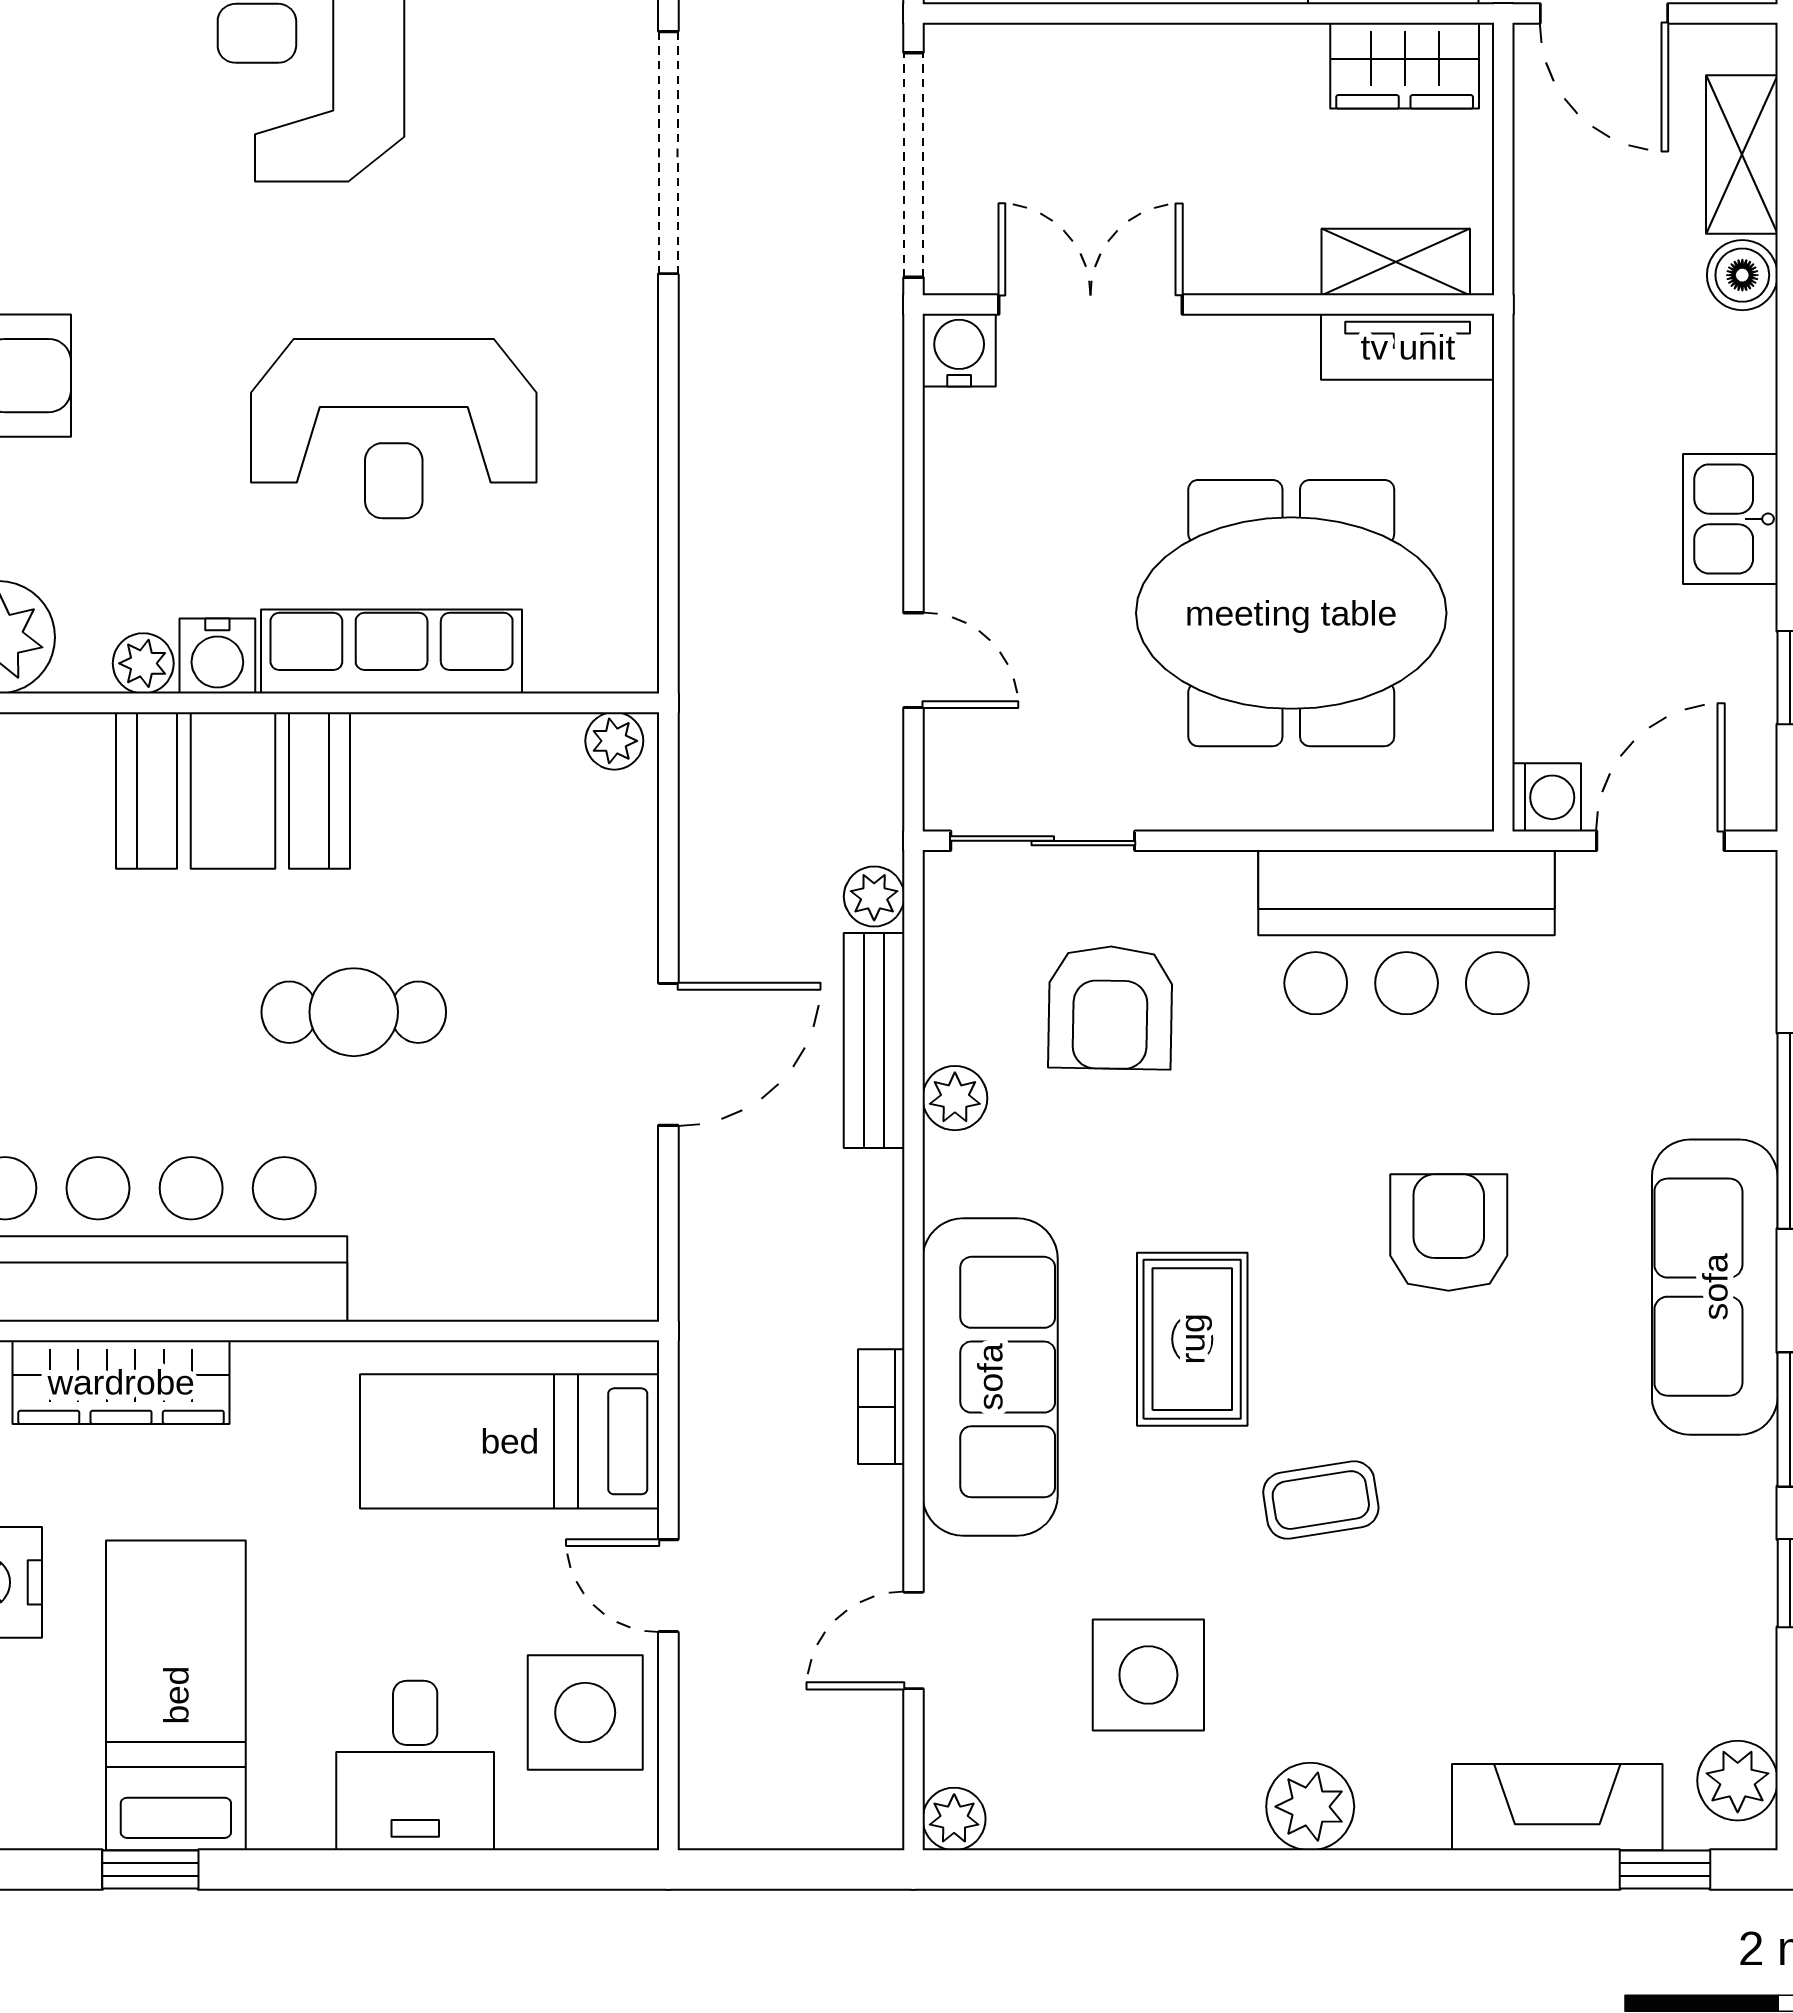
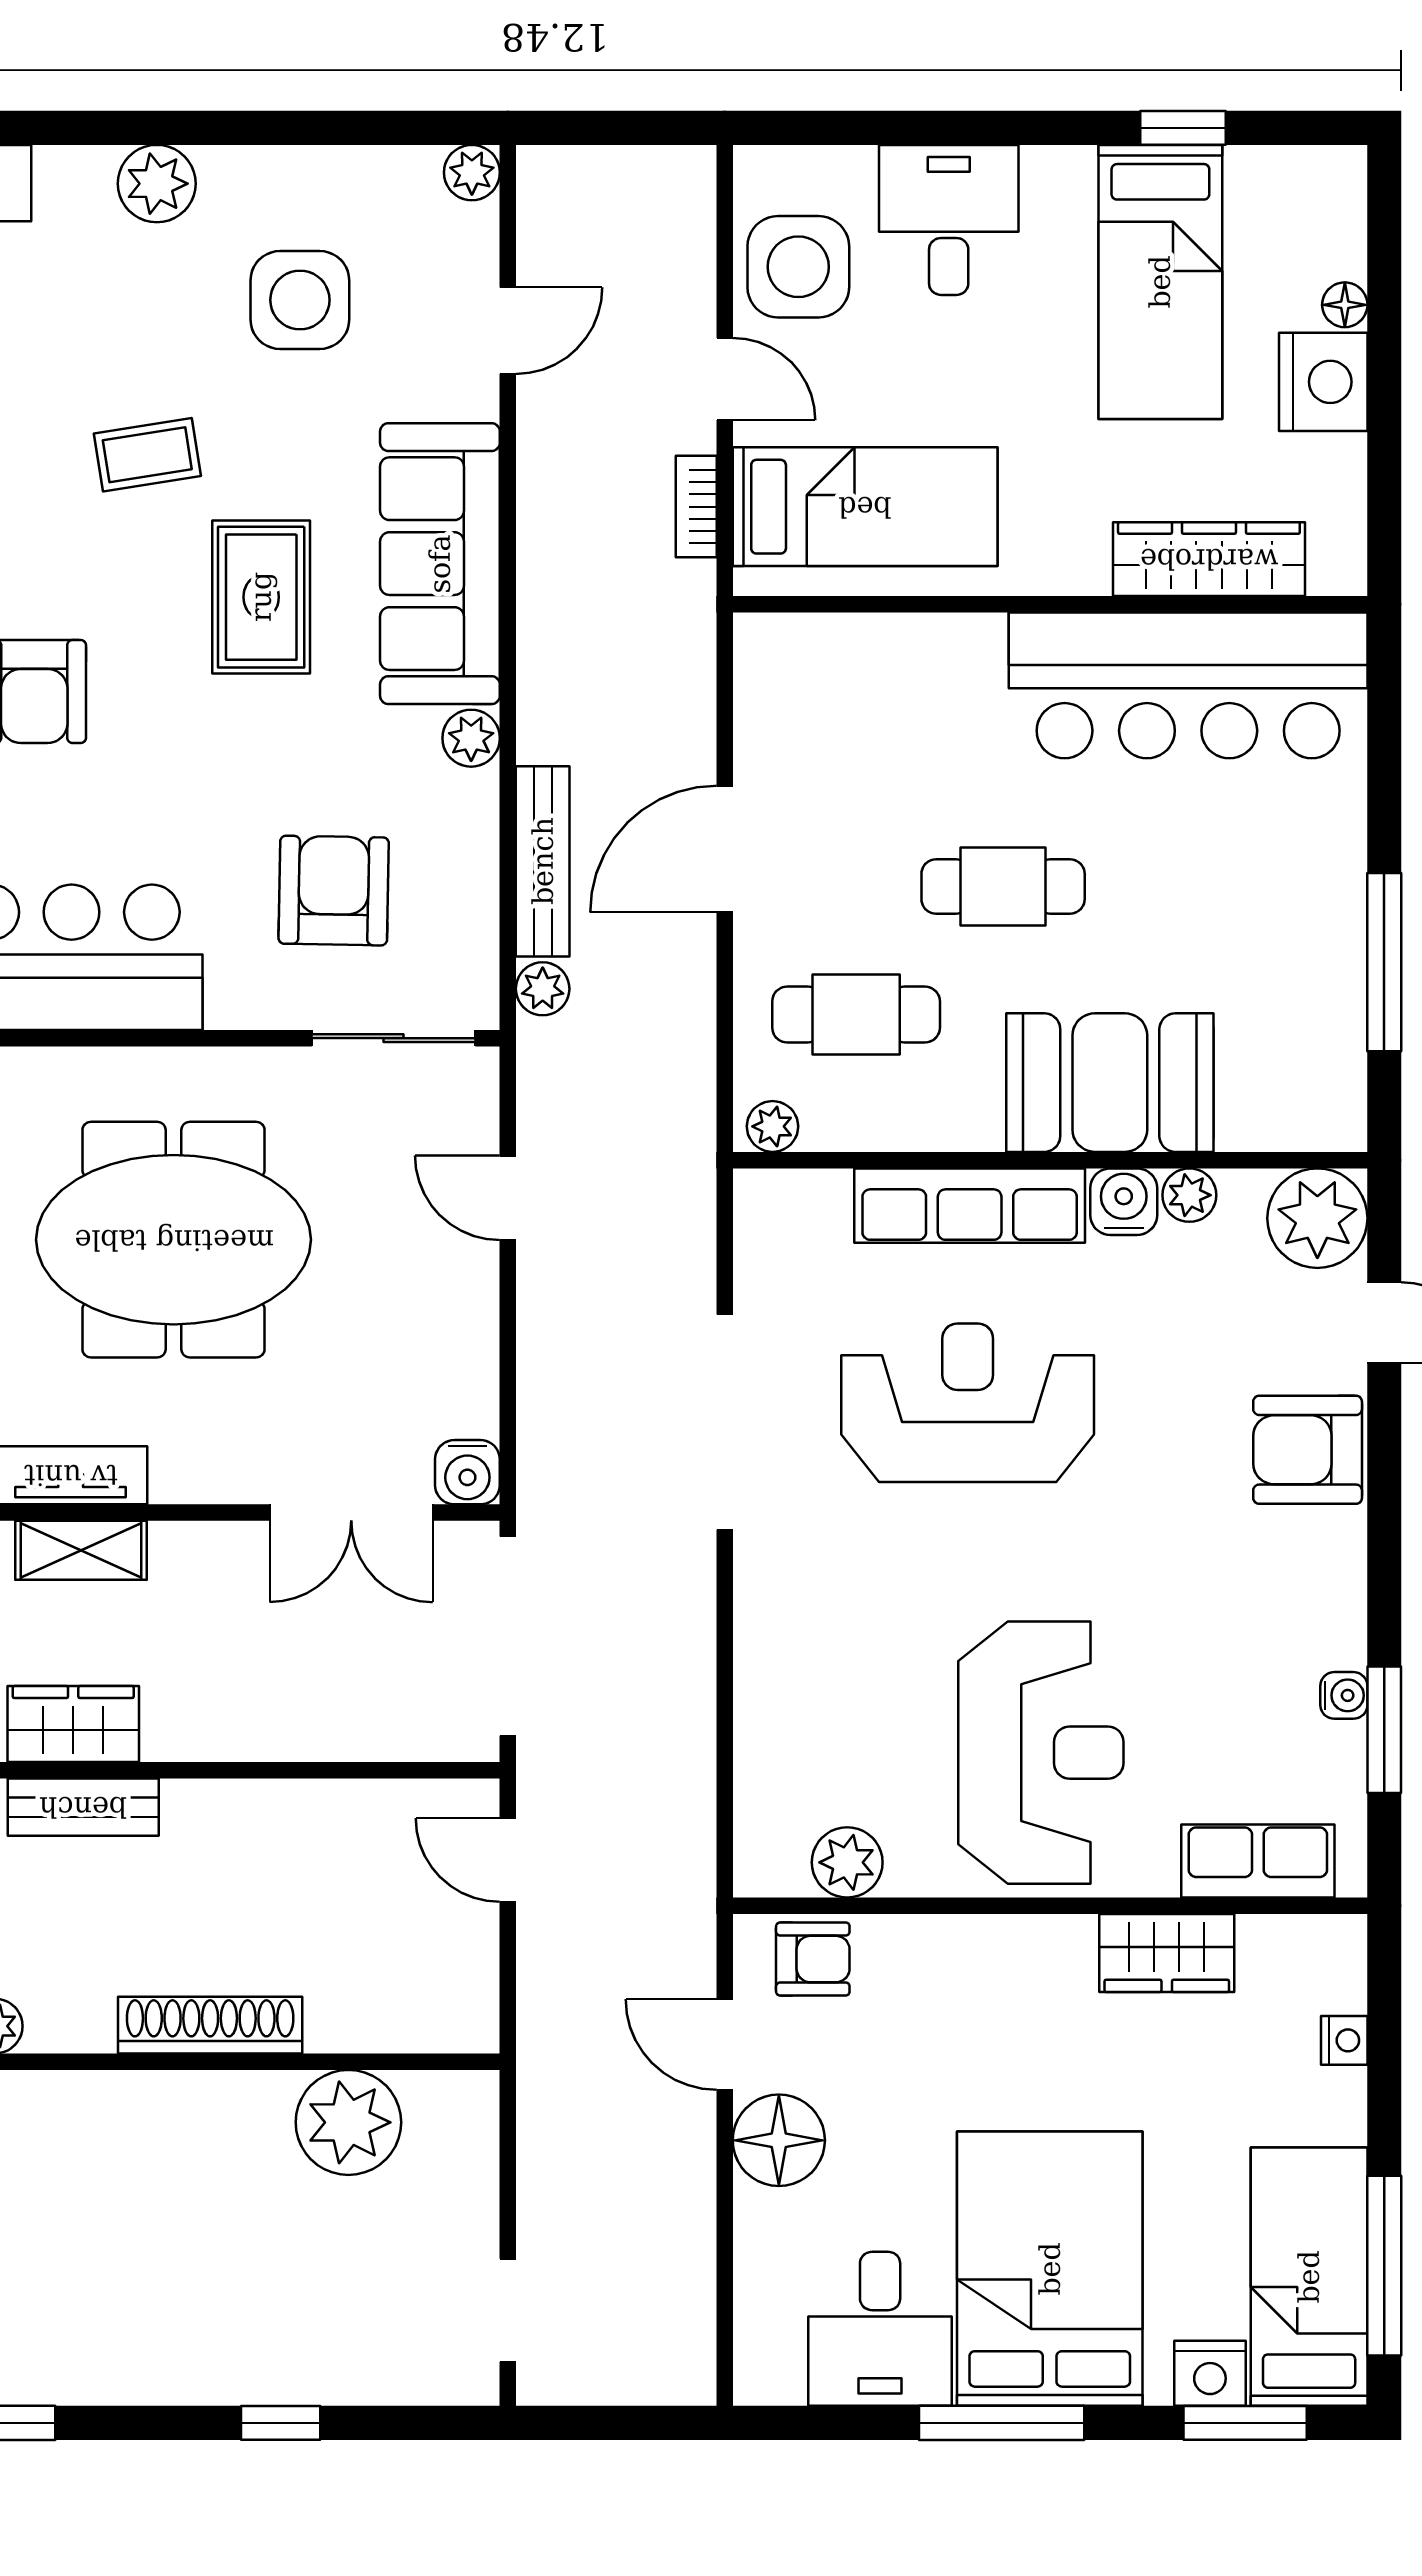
doorway: (668, 153) -> (725, 1422), moved
cafe table: (520, 867) -> (856, 1015), added
plant: (955, 1098) -> (471, 738), moved
bookcase: (881, 1407) -> (696, 507), moved, turned 180

